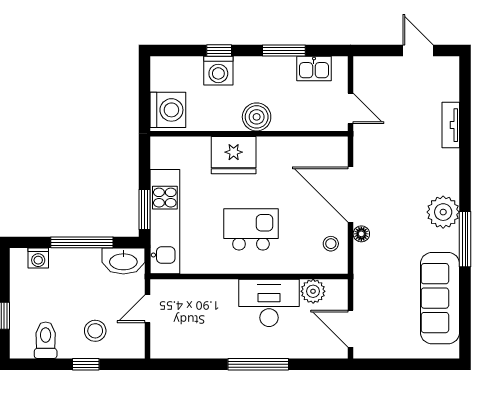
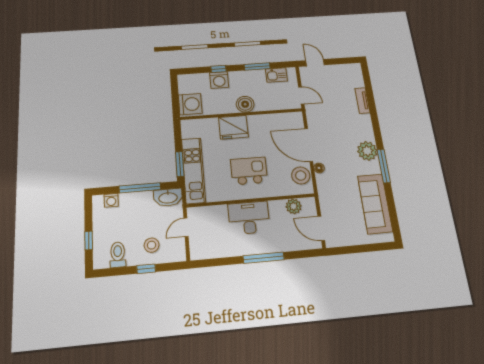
door: (418, 50) -> (315, 63), moved
stool: (331, 244) -> (301, 175), width x1.89, depth x1.89
desk: (269, 303) -> (249, 218), moved

